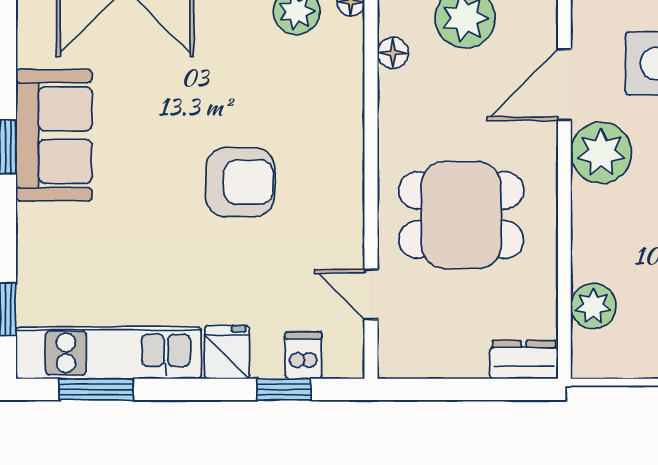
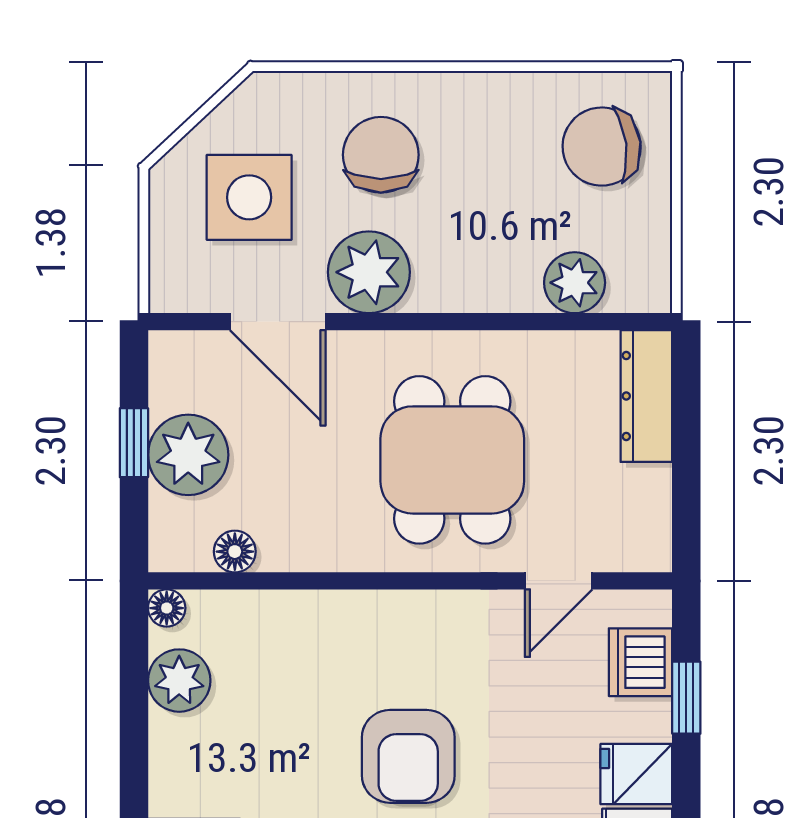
armchair: (240, 182) -> (408, 756), turned 180
dishwasher: (303, 355) -> (641, 662), width x1.38
dresser: (524, 360) -> (646, 396), width x1.44

